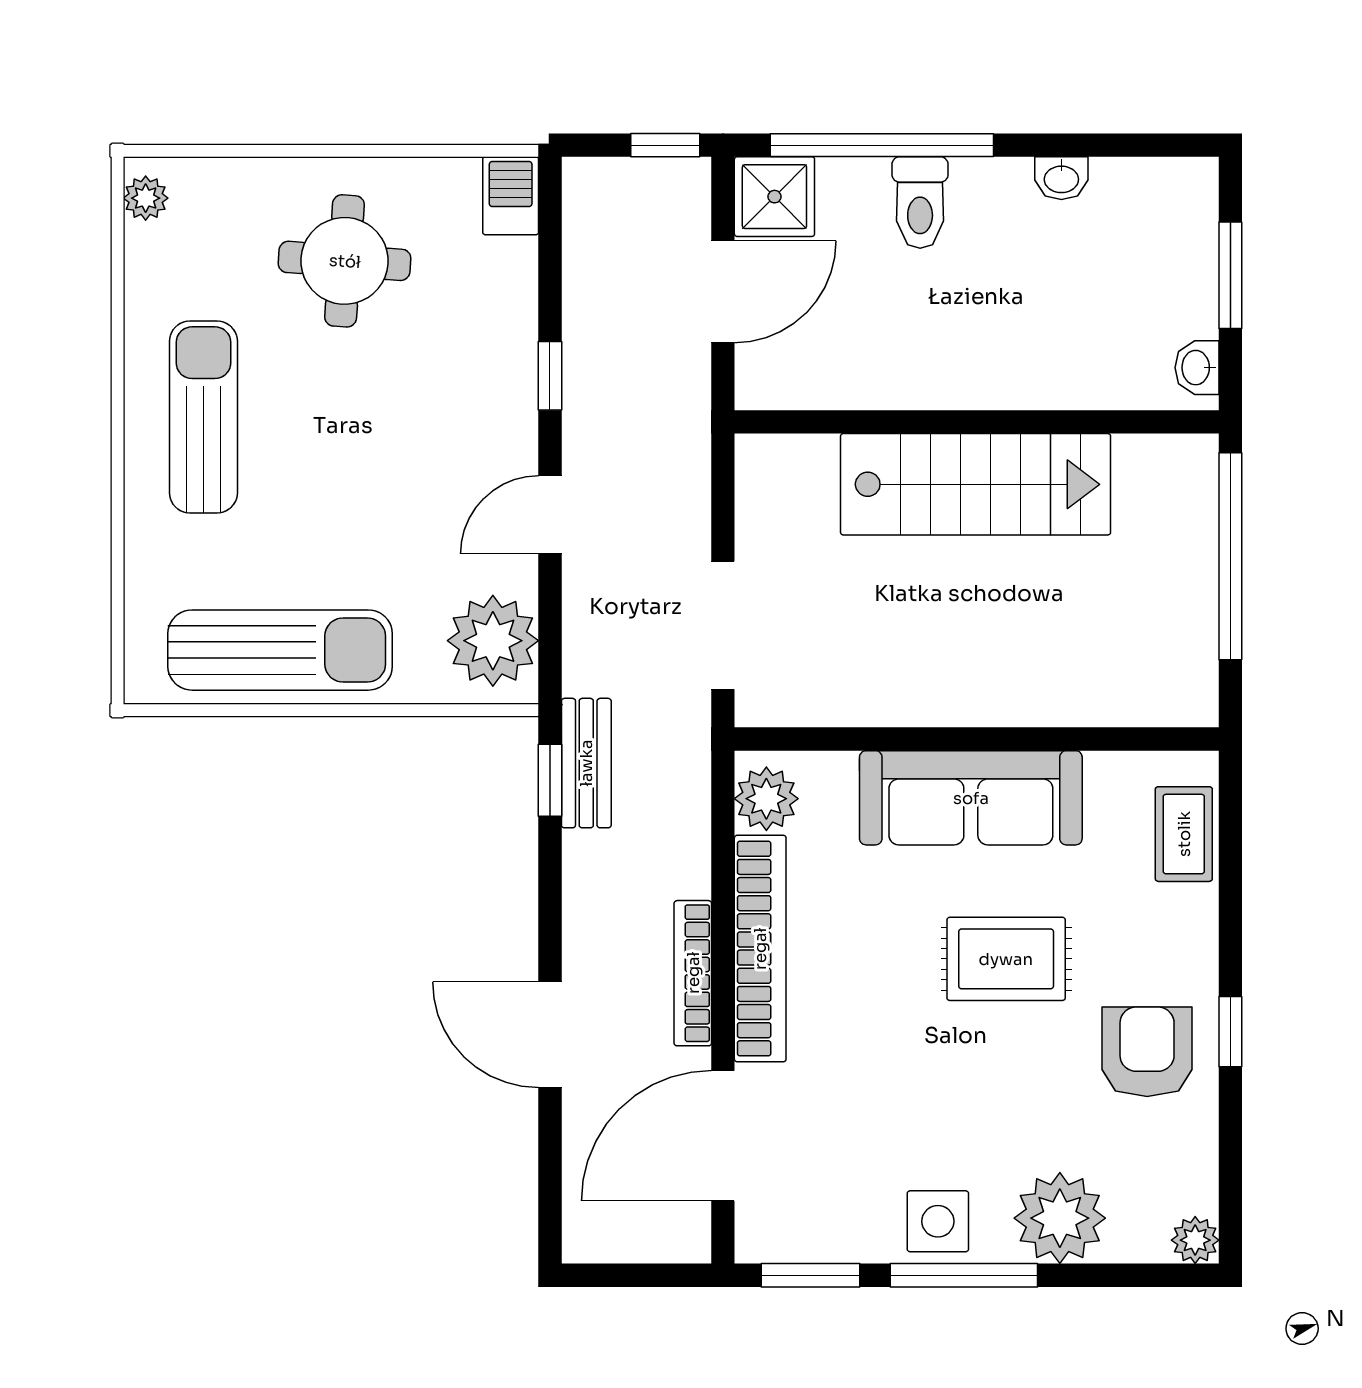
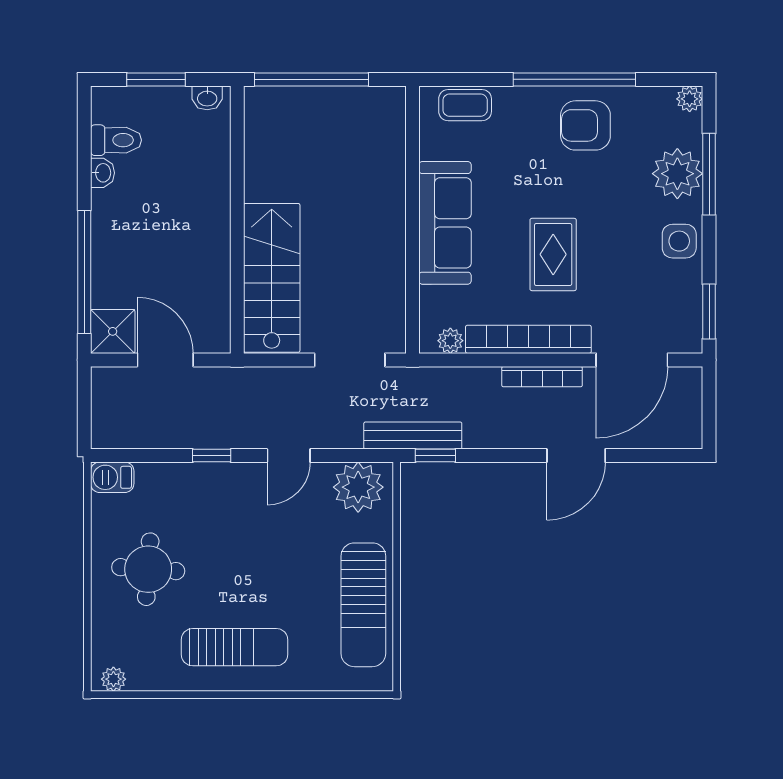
window: (665, 145) -> (84, 392), removed
toilet: (920, 203) -> (116, 140), moved
sun lounger: (203, 417) -> (235, 647), turned 180
stairs: (976, 484) -> (272, 278), moved
door: (550, 515) -> (289, 456), hinge flipped
sun lounger: (280, 650) -> (363, 605), turned 180
bench: (586, 763) -> (413, 435), width x1.36
plant: (766, 799) -> (450, 341), width x0.73, depth x0.73
rug: (1006, 959) -> (553, 254), moved
window: (1230, 1032) -> (574, 79), width x3.17
door: (723, 1136) -> (632, 360), hinge flipped
window: (964, 1275) -> (709, 174), moved

